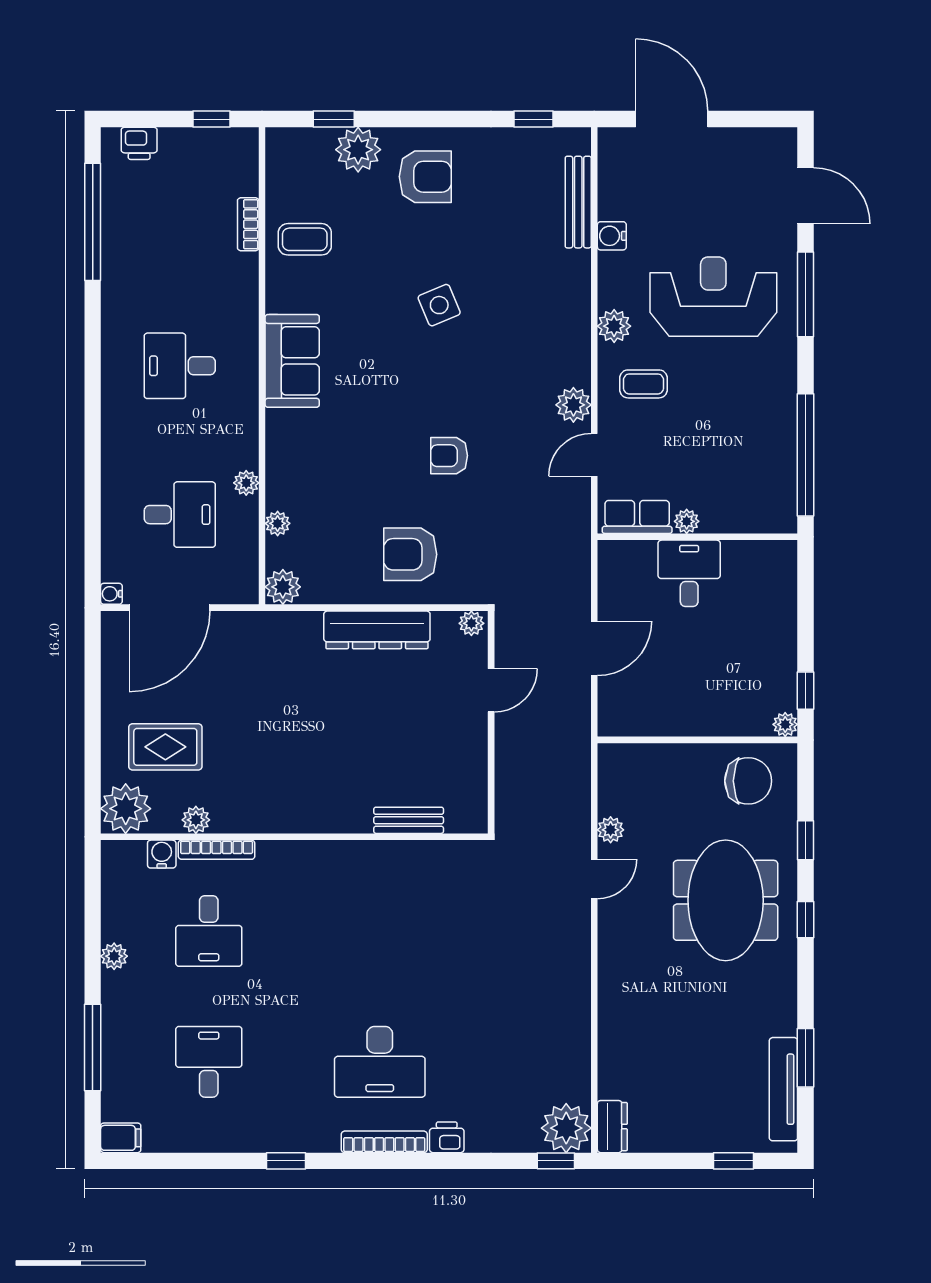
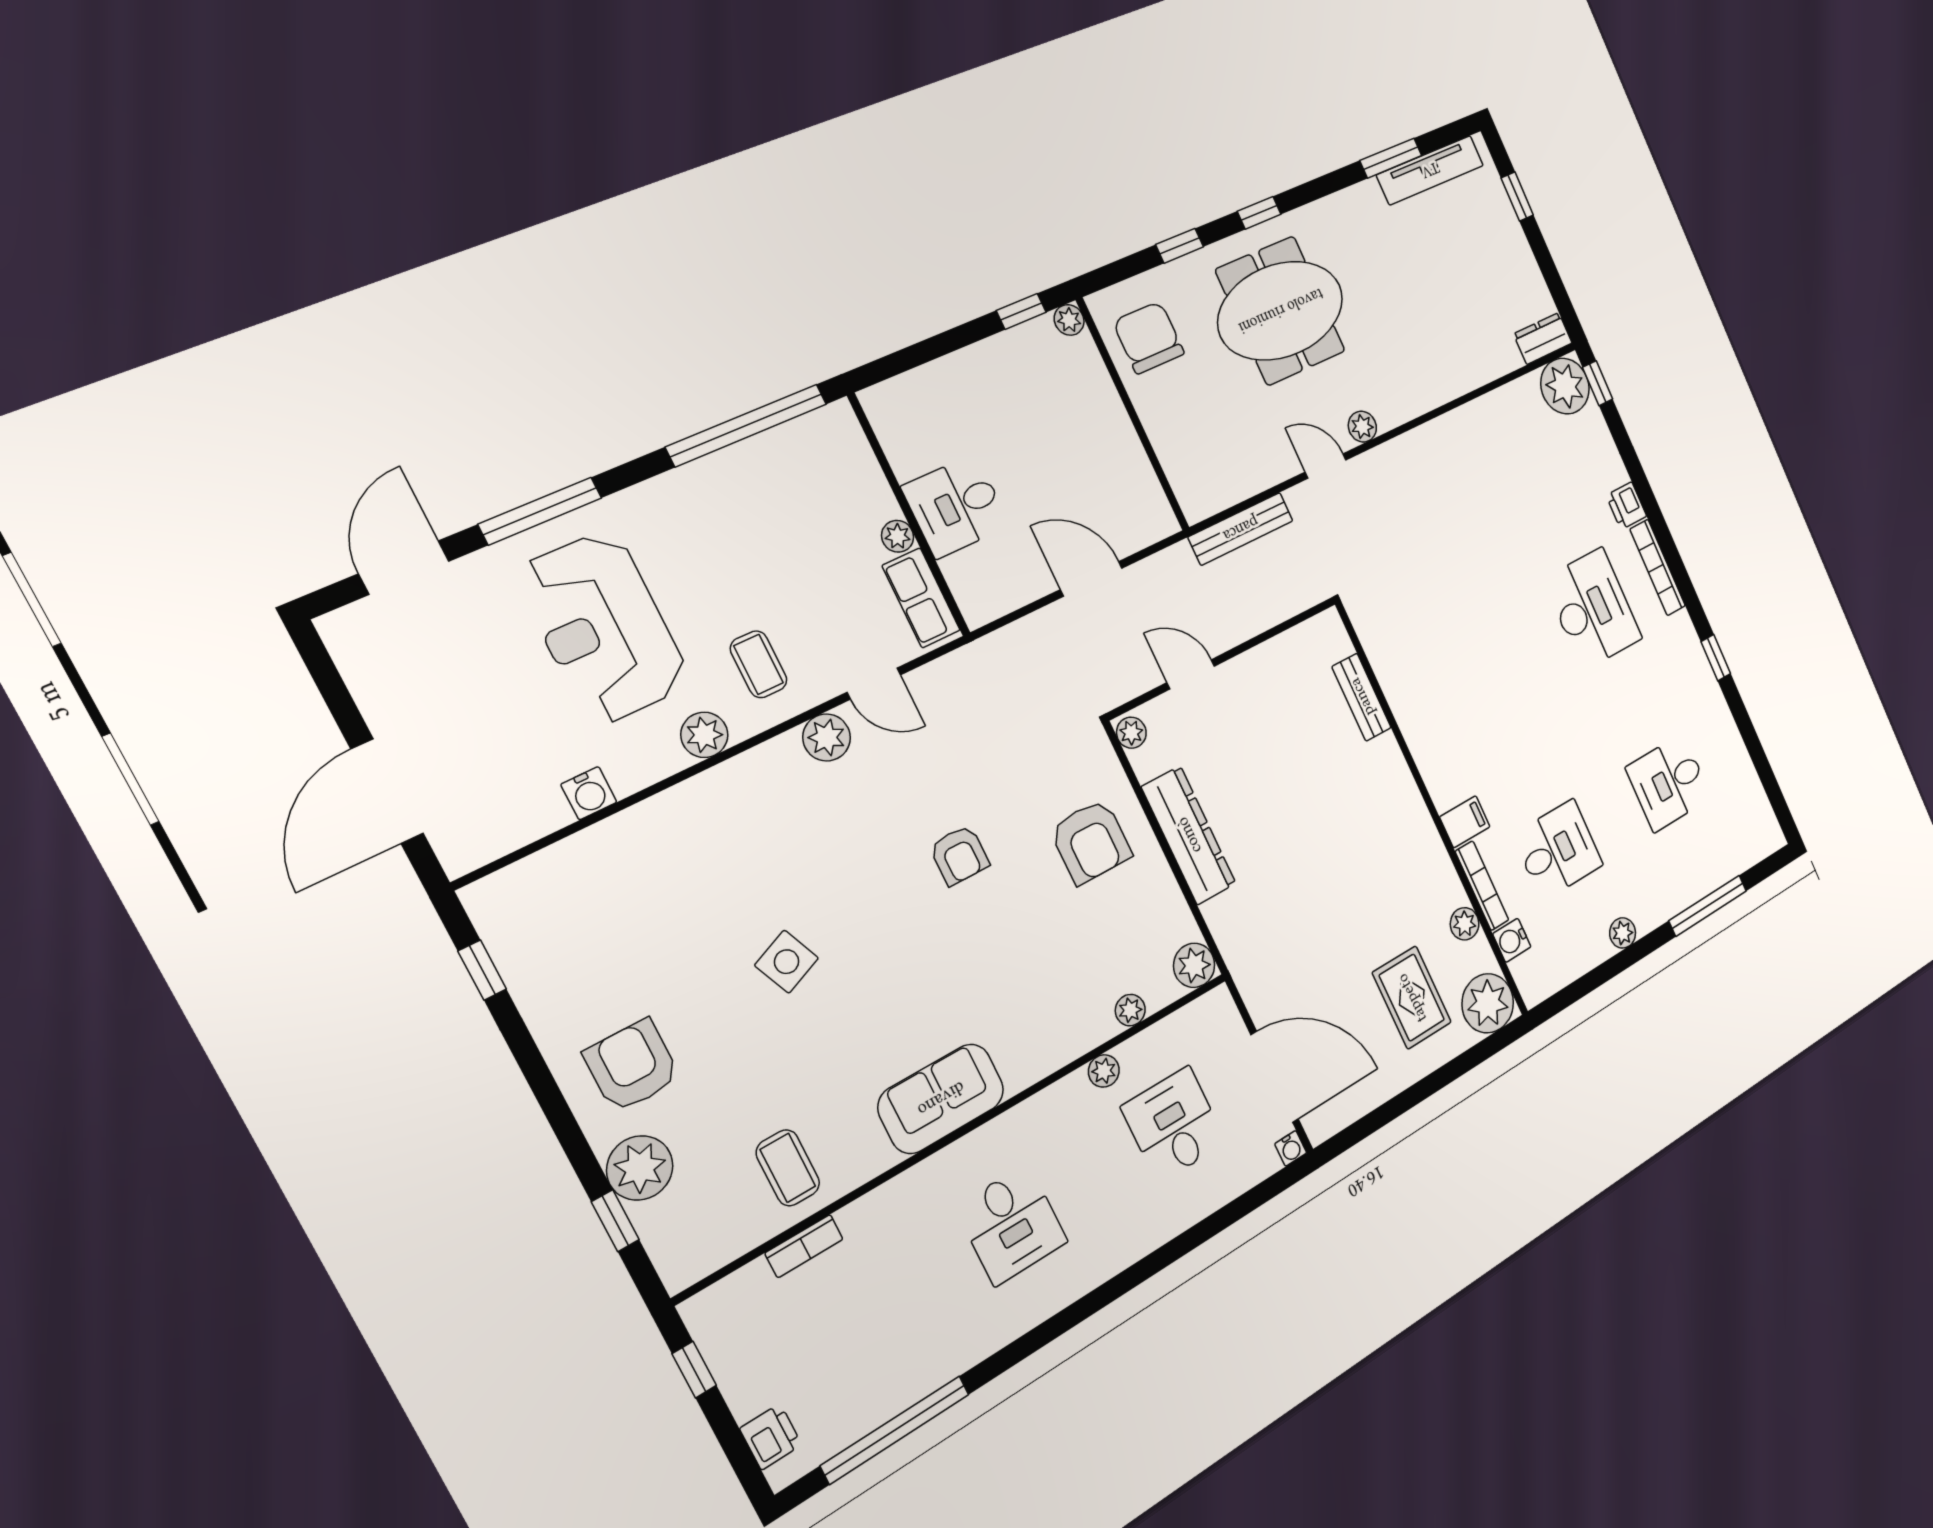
bench: (578, 202) -> (1241, 529), moved
plant: (611, 830) -> (1362, 427), moved
filing cabinet: (121, 1138) -> (1465, 822), moved, turned 90

